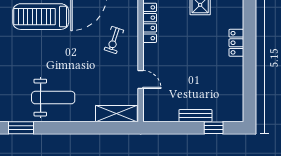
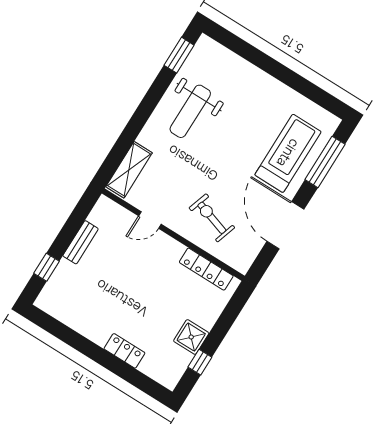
exercise bike: (114, 40) -> (212, 218), width x1.38, depth x1.39
bench: (195, 116) -> (81, 242), moved

